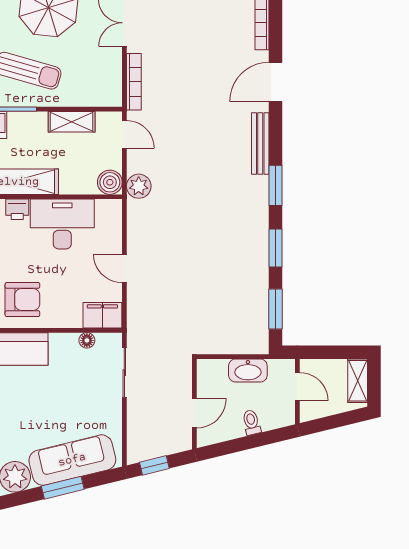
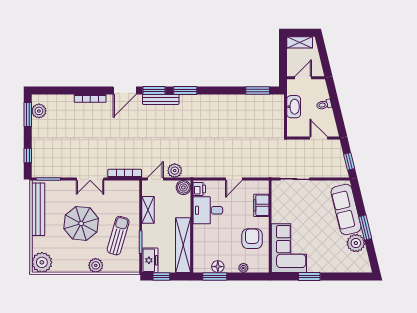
door: (275, 82) -> (125, 91), hinge flipped
plant: (139, 186) -> (175, 171), moved
printer: (17, 209) -> (199, 189), moved
desk: (62, 224) -> (208, 210), width x0.73
window: (275, 248) -> (154, 91), moved
filing cabinet: (102, 315) -> (261, 205), moved
floor lamp: (87, 340) -> (276, 201), removed
window: (63, 488) -> (365, 228), moved

